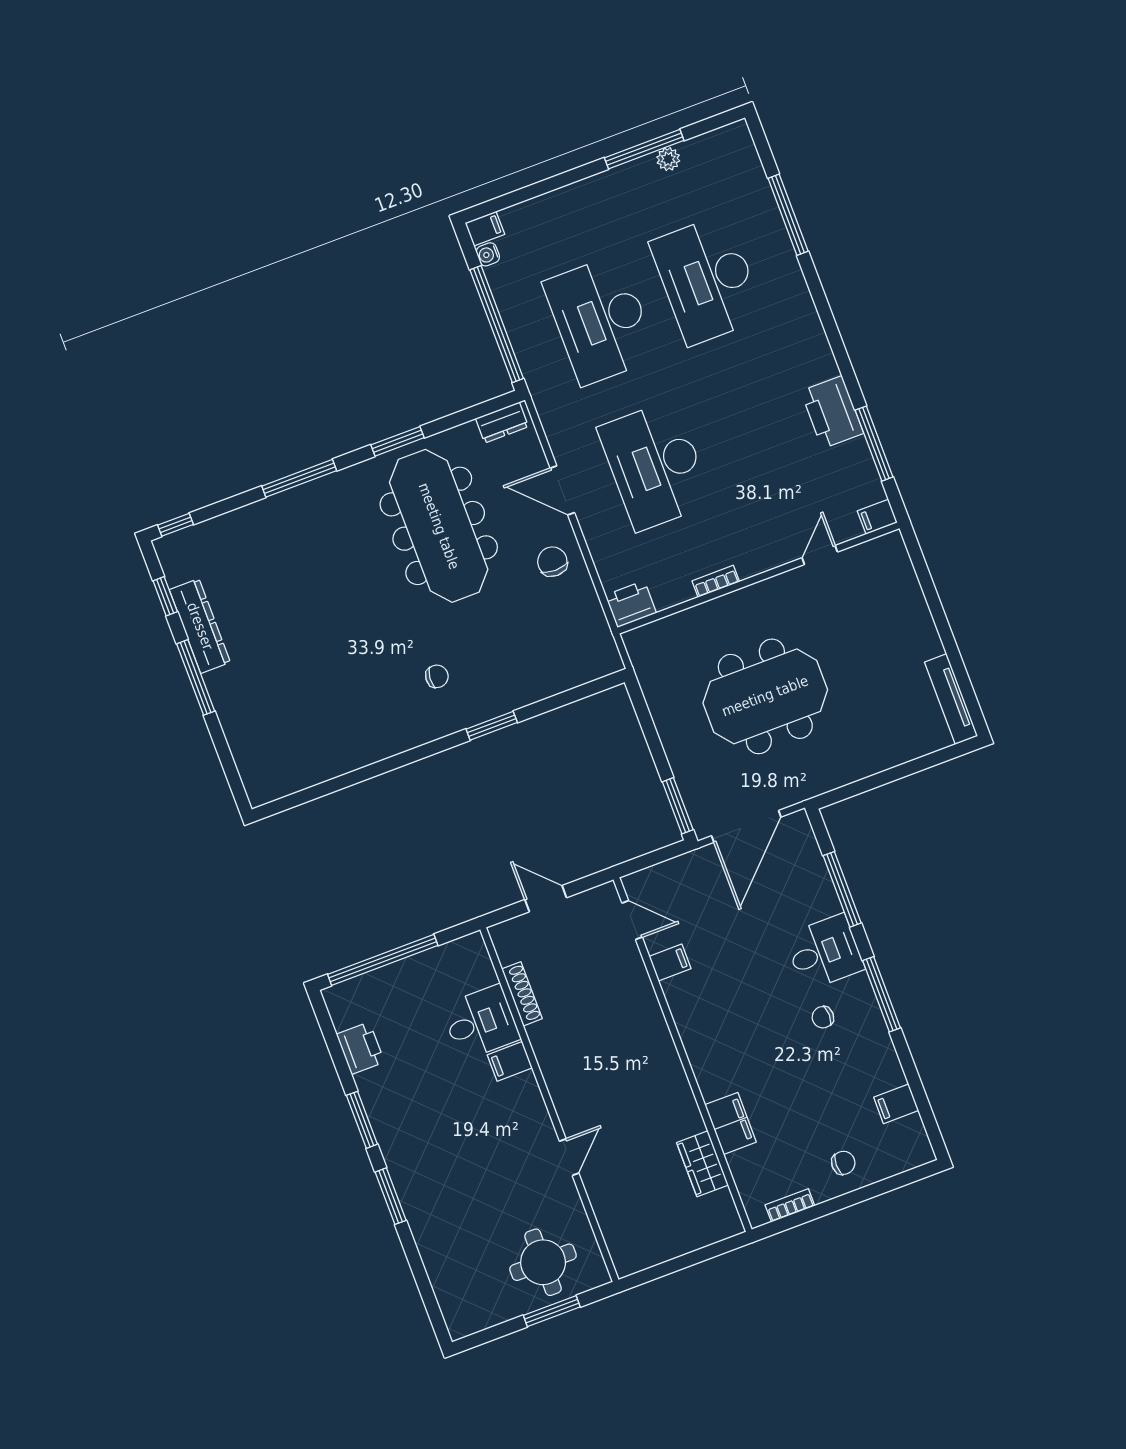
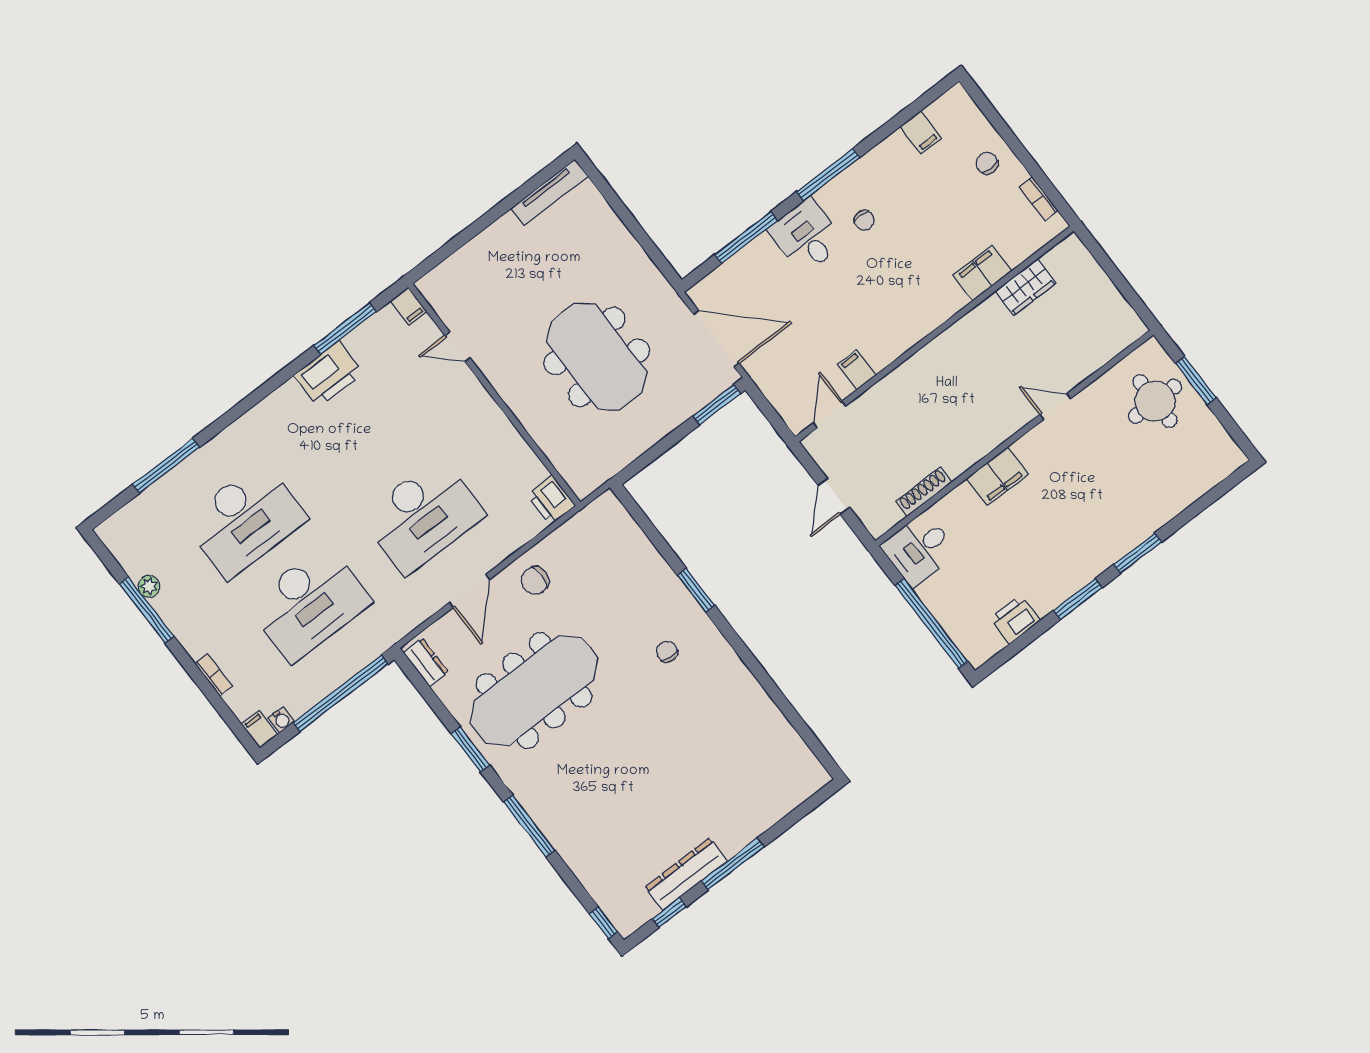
bookcase: (716, 581) -> (213, 675), moved, turned 180
desk: (481, 1022) -> (919, 549), moved, turned -90
filing cabinet: (510, 1061) -> (997, 476), width x2.00

